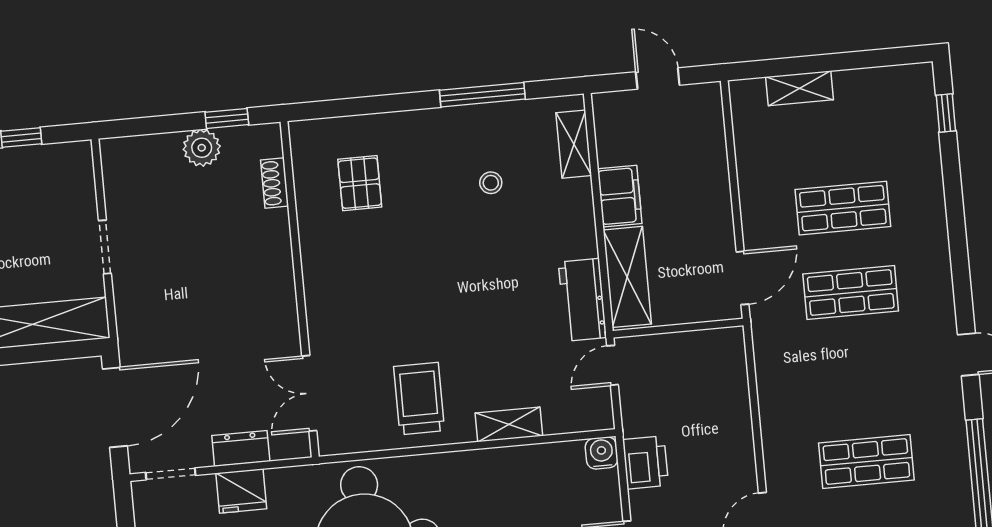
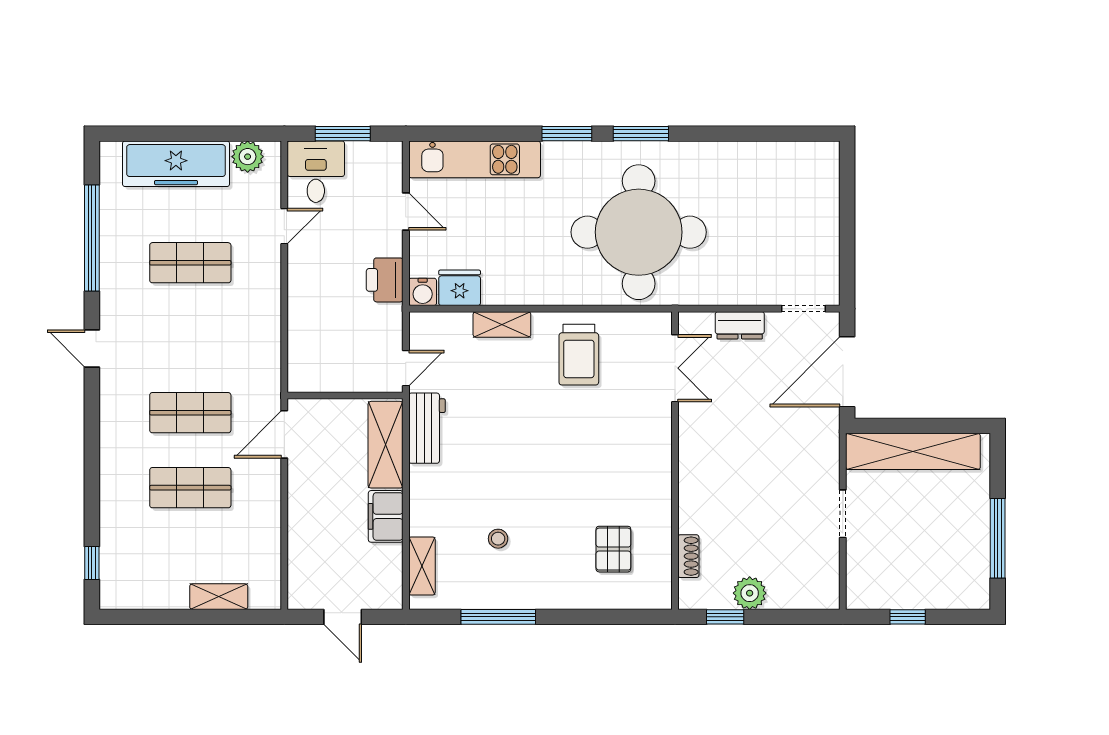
fridge: (241, 491) -> (460, 288), moved

